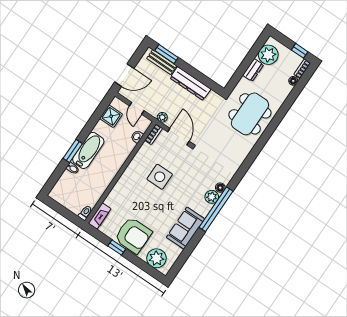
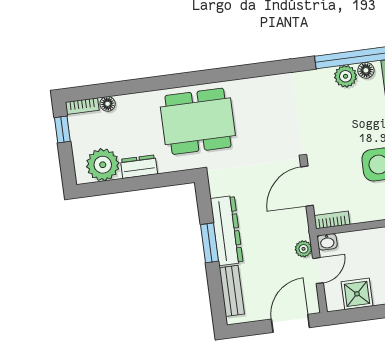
window: (167, 54) -> (209, 243), moved
door: (124, 75) -> (290, 323), hinge flipped
plant: (162, 117) -> (303, 249), moved
washbasin: (137, 137) -> (327, 242), moved
floor lamp: (220, 188) -> (366, 70), moved

